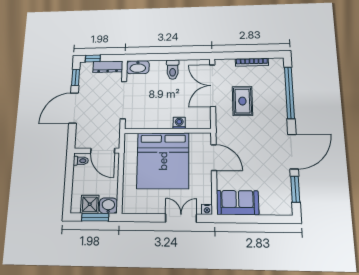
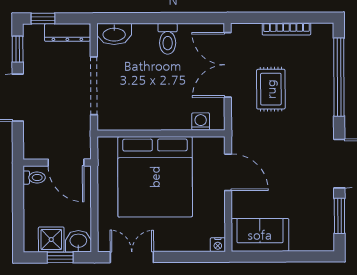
washing machine: (179, 123) -> (201, 121), moved
window: (95, 217) -> (60, 257), width x0.67
double door: (181, 218) -> (132, 257), moved

